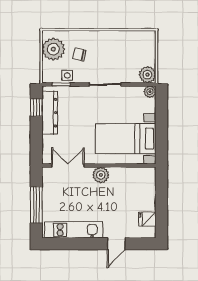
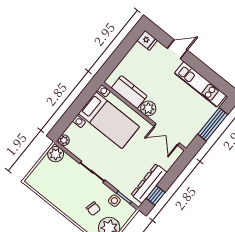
kitchen counter: (128, 176) -> (129, 92), added
fridge: (147, 219) -> (147, 40), moved

